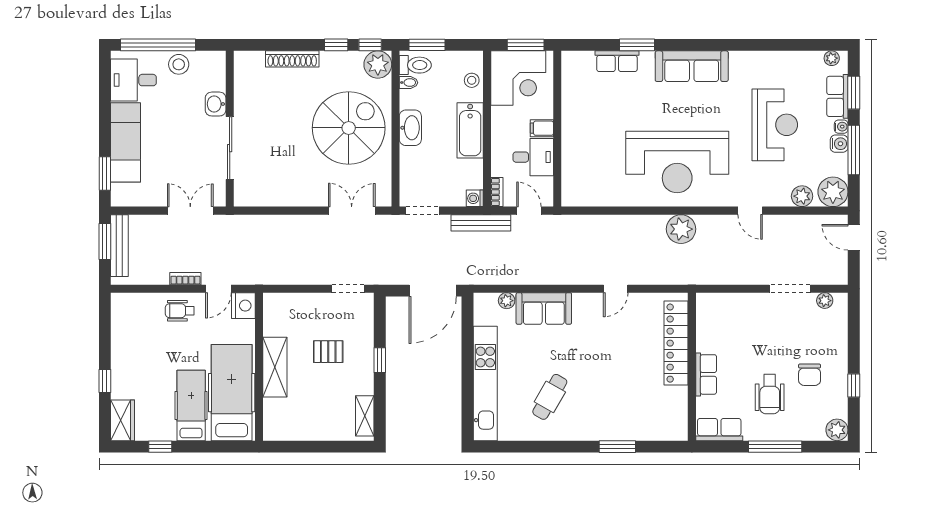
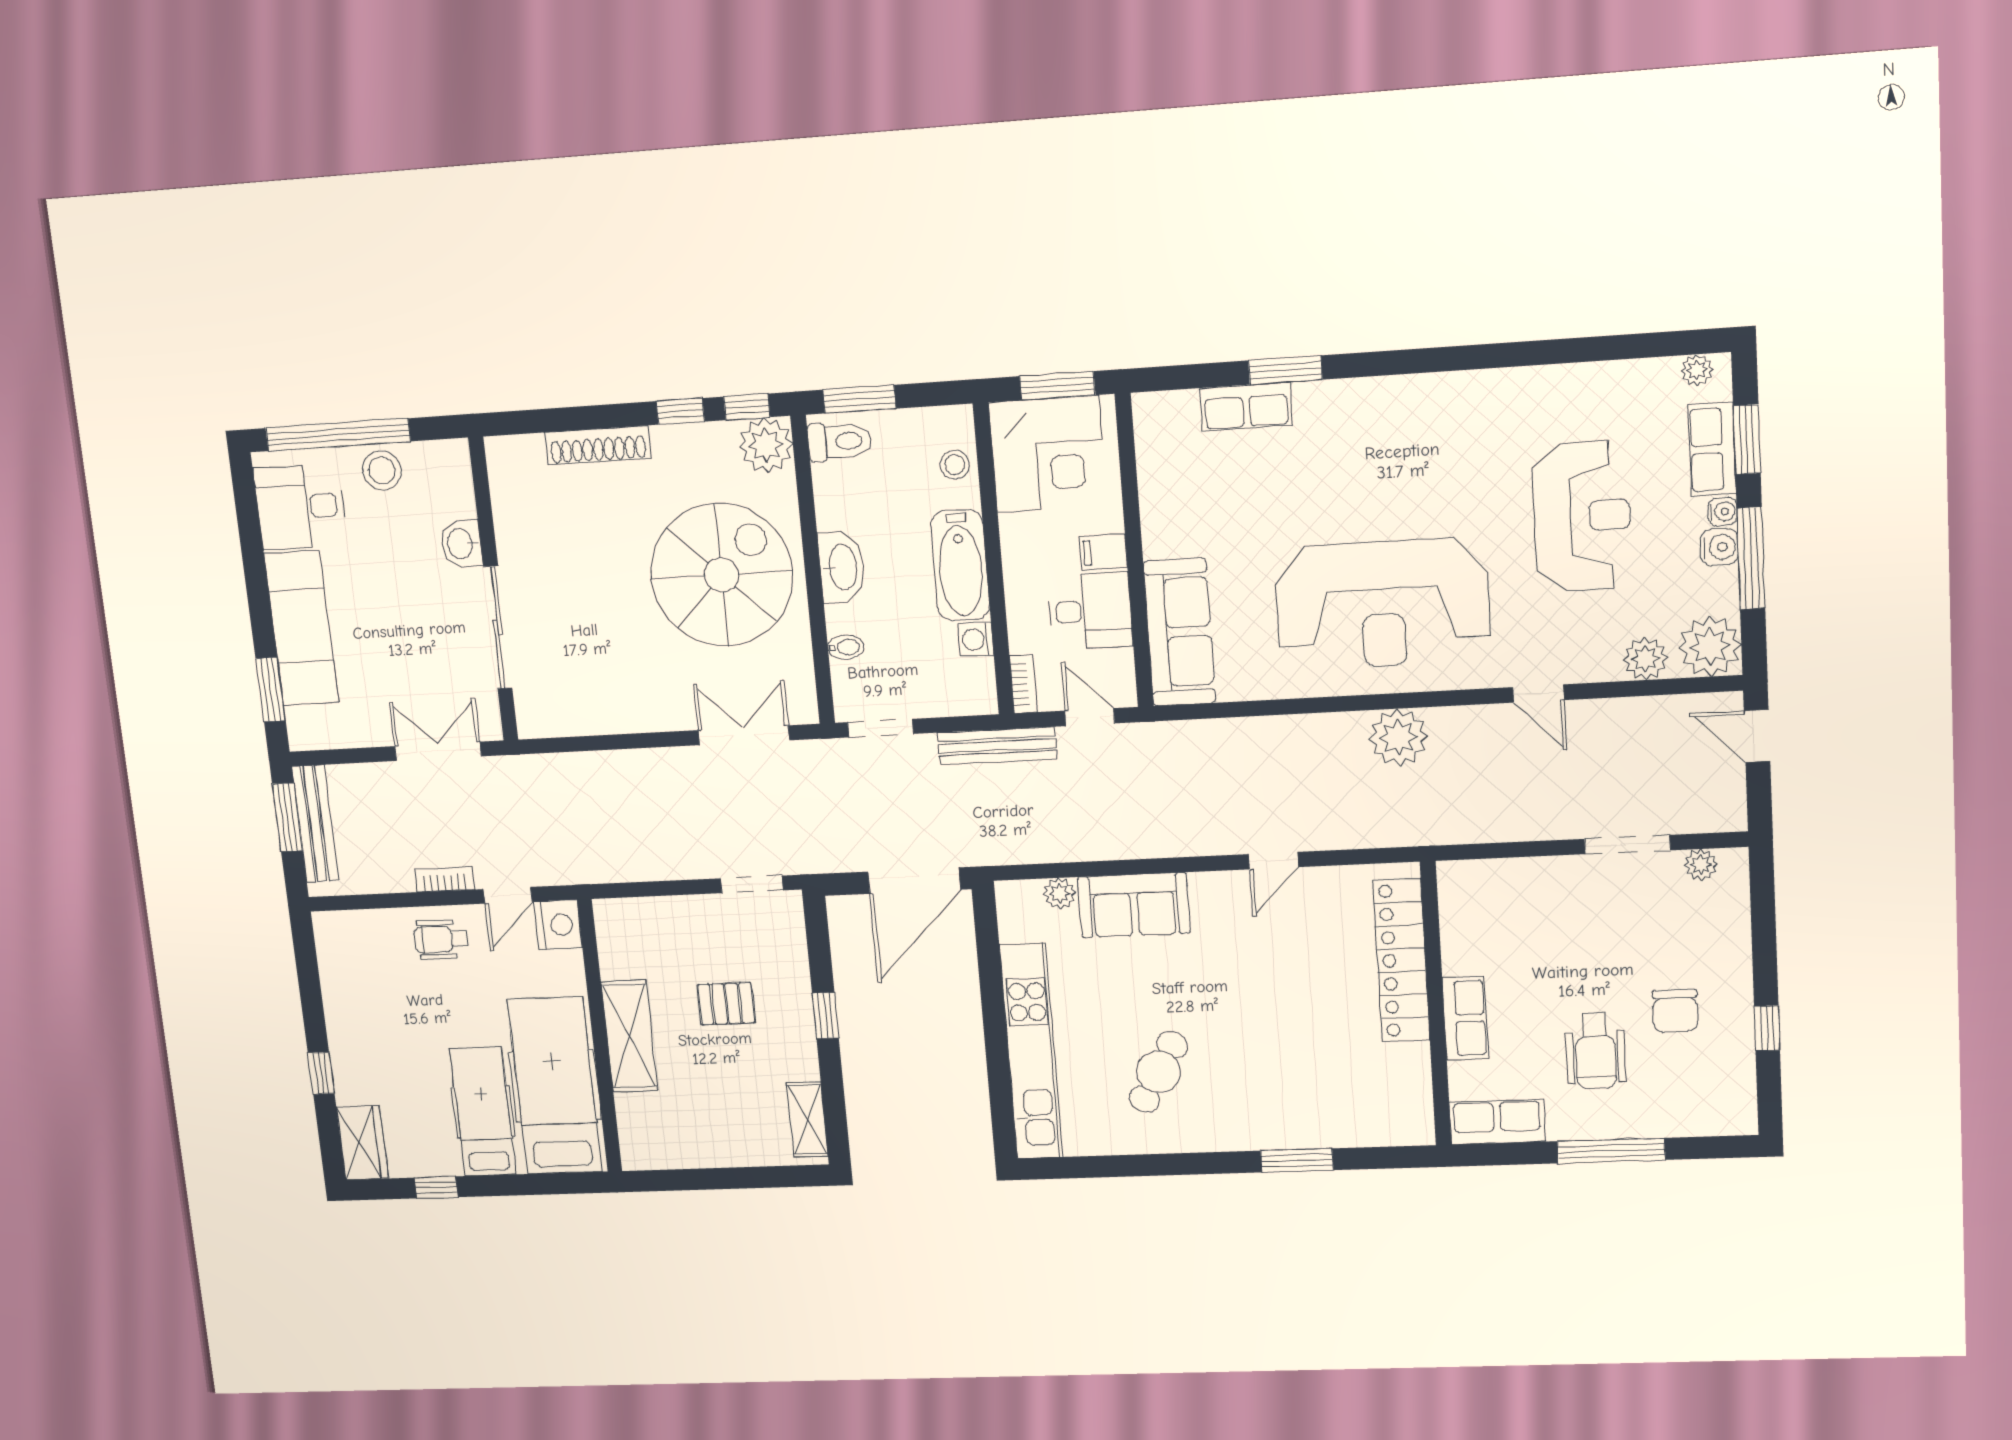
sofa: (692, 66) -> (1179, 632), moved, turned -90
bidet: (408, 83) -> (846, 647), moved
washing machine: (475, 198) -> (976, 639), moved
plant: (837, 430) -> (1736, 1115), removed

